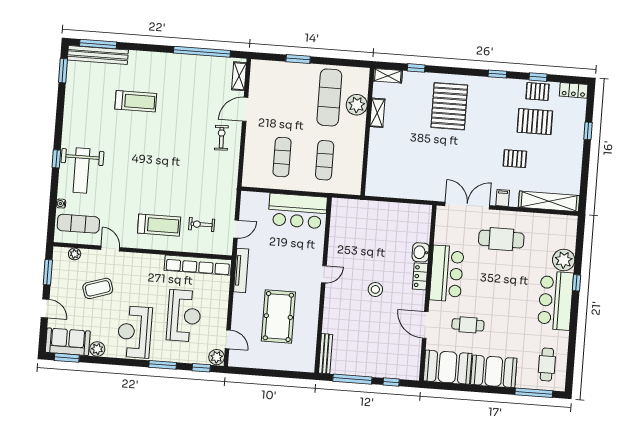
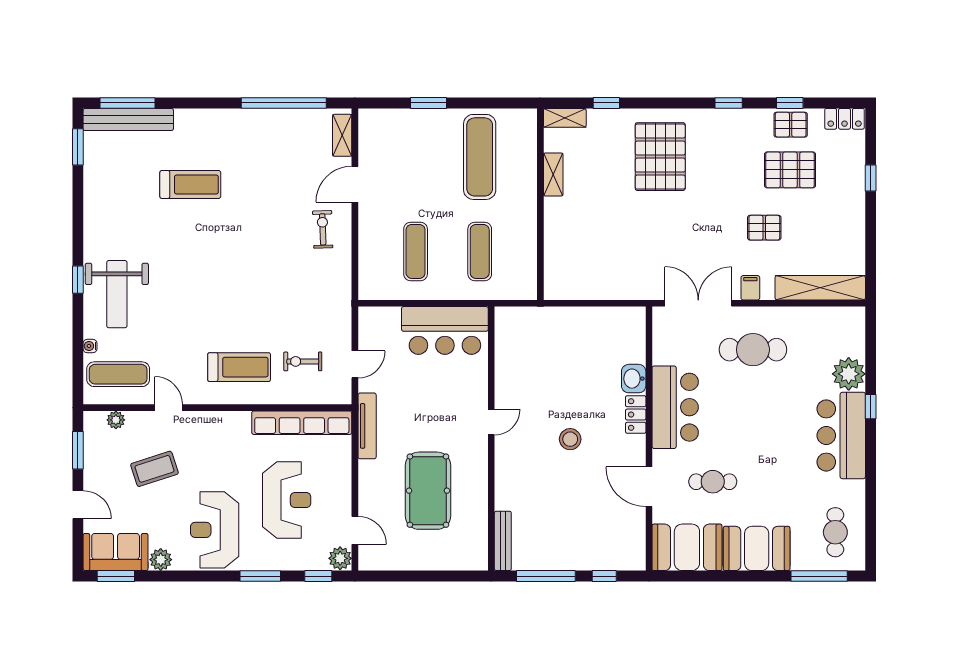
plant: (357, 105) -> (521, 165), removed

